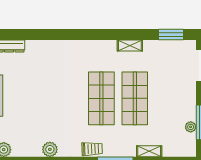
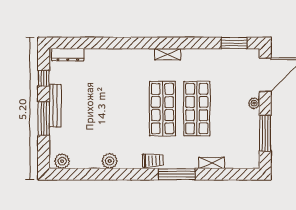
shelving: (130, 45) -> (168, 54), moved
plant: (191, 127) -> (254, 103), moved

